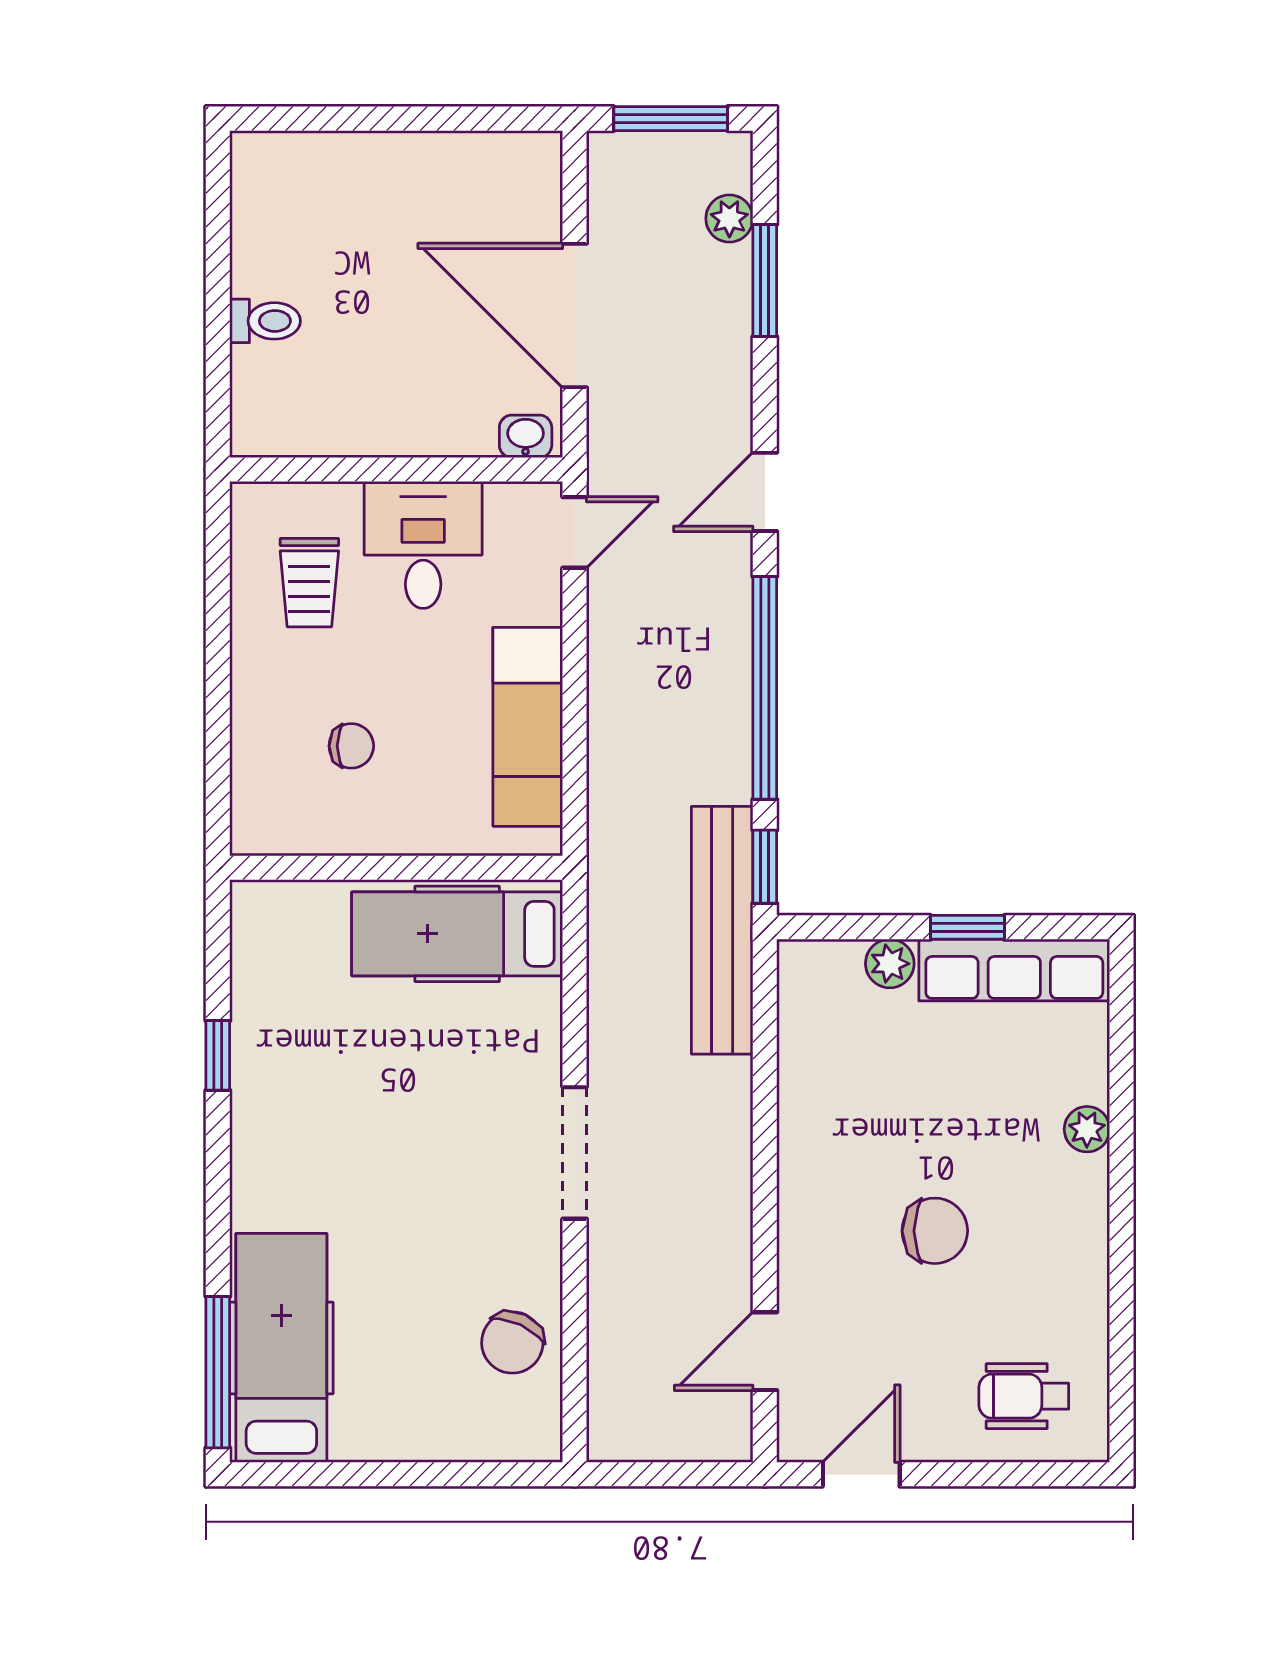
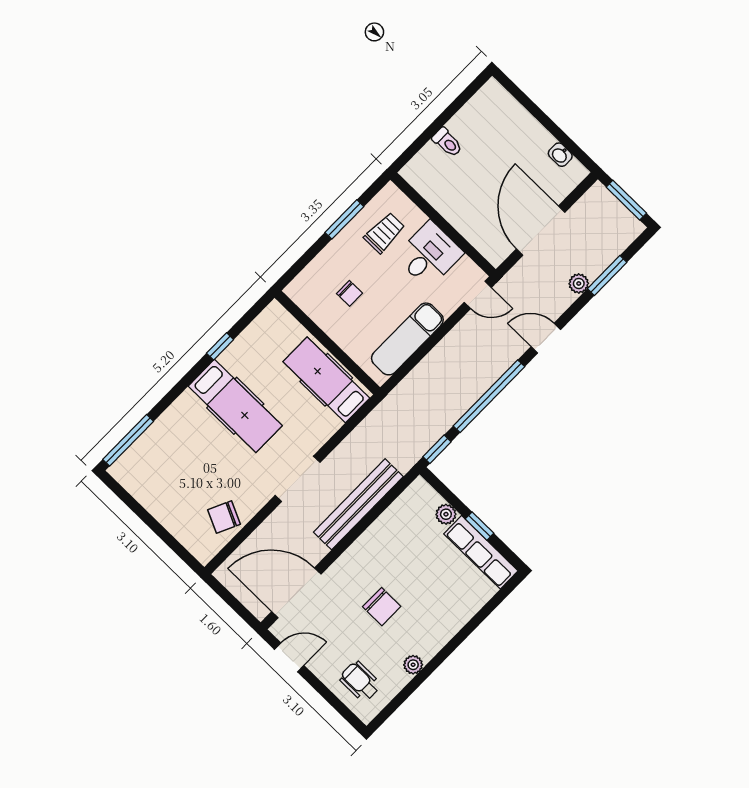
plant: (729, 219) -> (579, 283), moved
washbasin: (526, 436) -> (560, 155), moved, turned 180
trolley: (309, 583) -> (384, 233), turned 180
window: (218, 627) -> (344, 219), added
bench: (722, 930) -> (358, 504), moved
plant: (1087, 1129) -> (413, 665), moved
hospital bed: (281, 1348) -> (235, 406), moved, turned 90
door: (765, 1351) -> (296, 593), width x1.88

